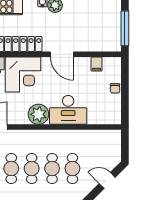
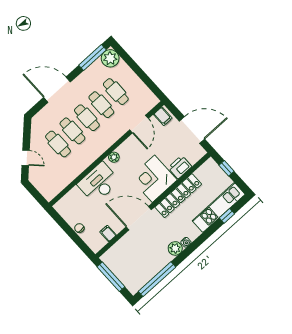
door: (62, 54) -> (139, 218), width x1.36
plant: (38, 114) -> (114, 157), width x0.53, depth x0.53
door: (107, 180) -> (26, 158), hinge flipped

